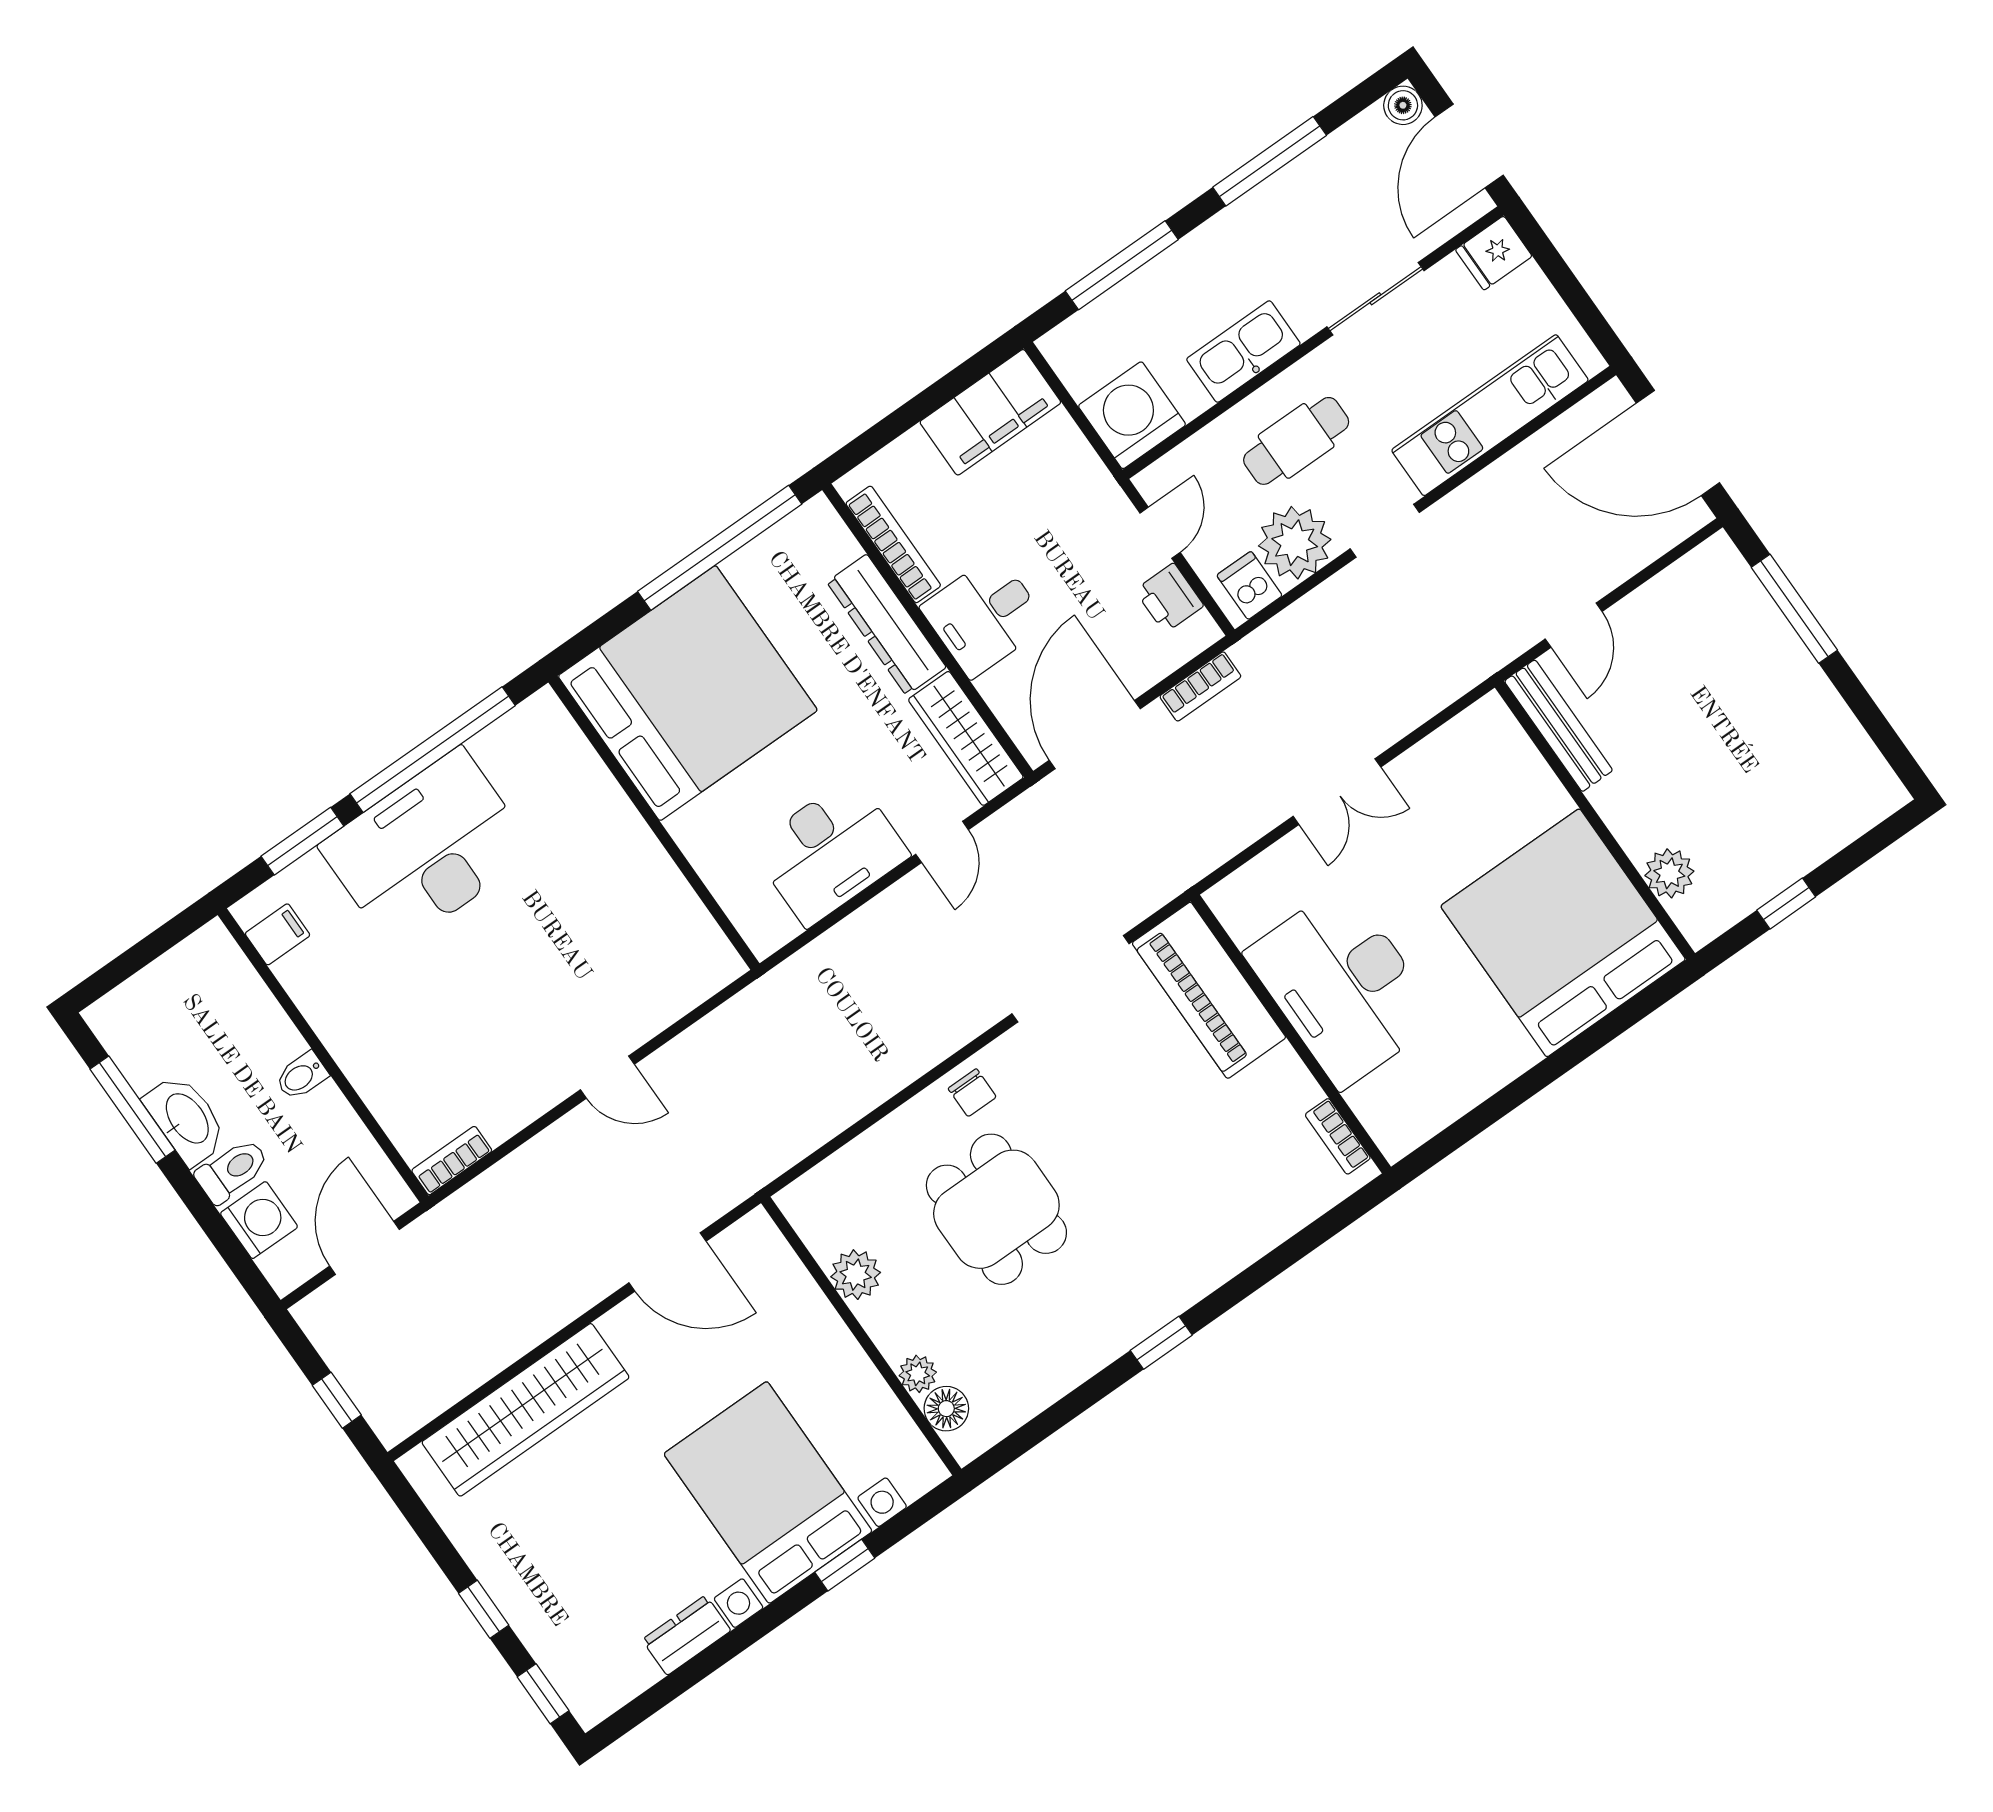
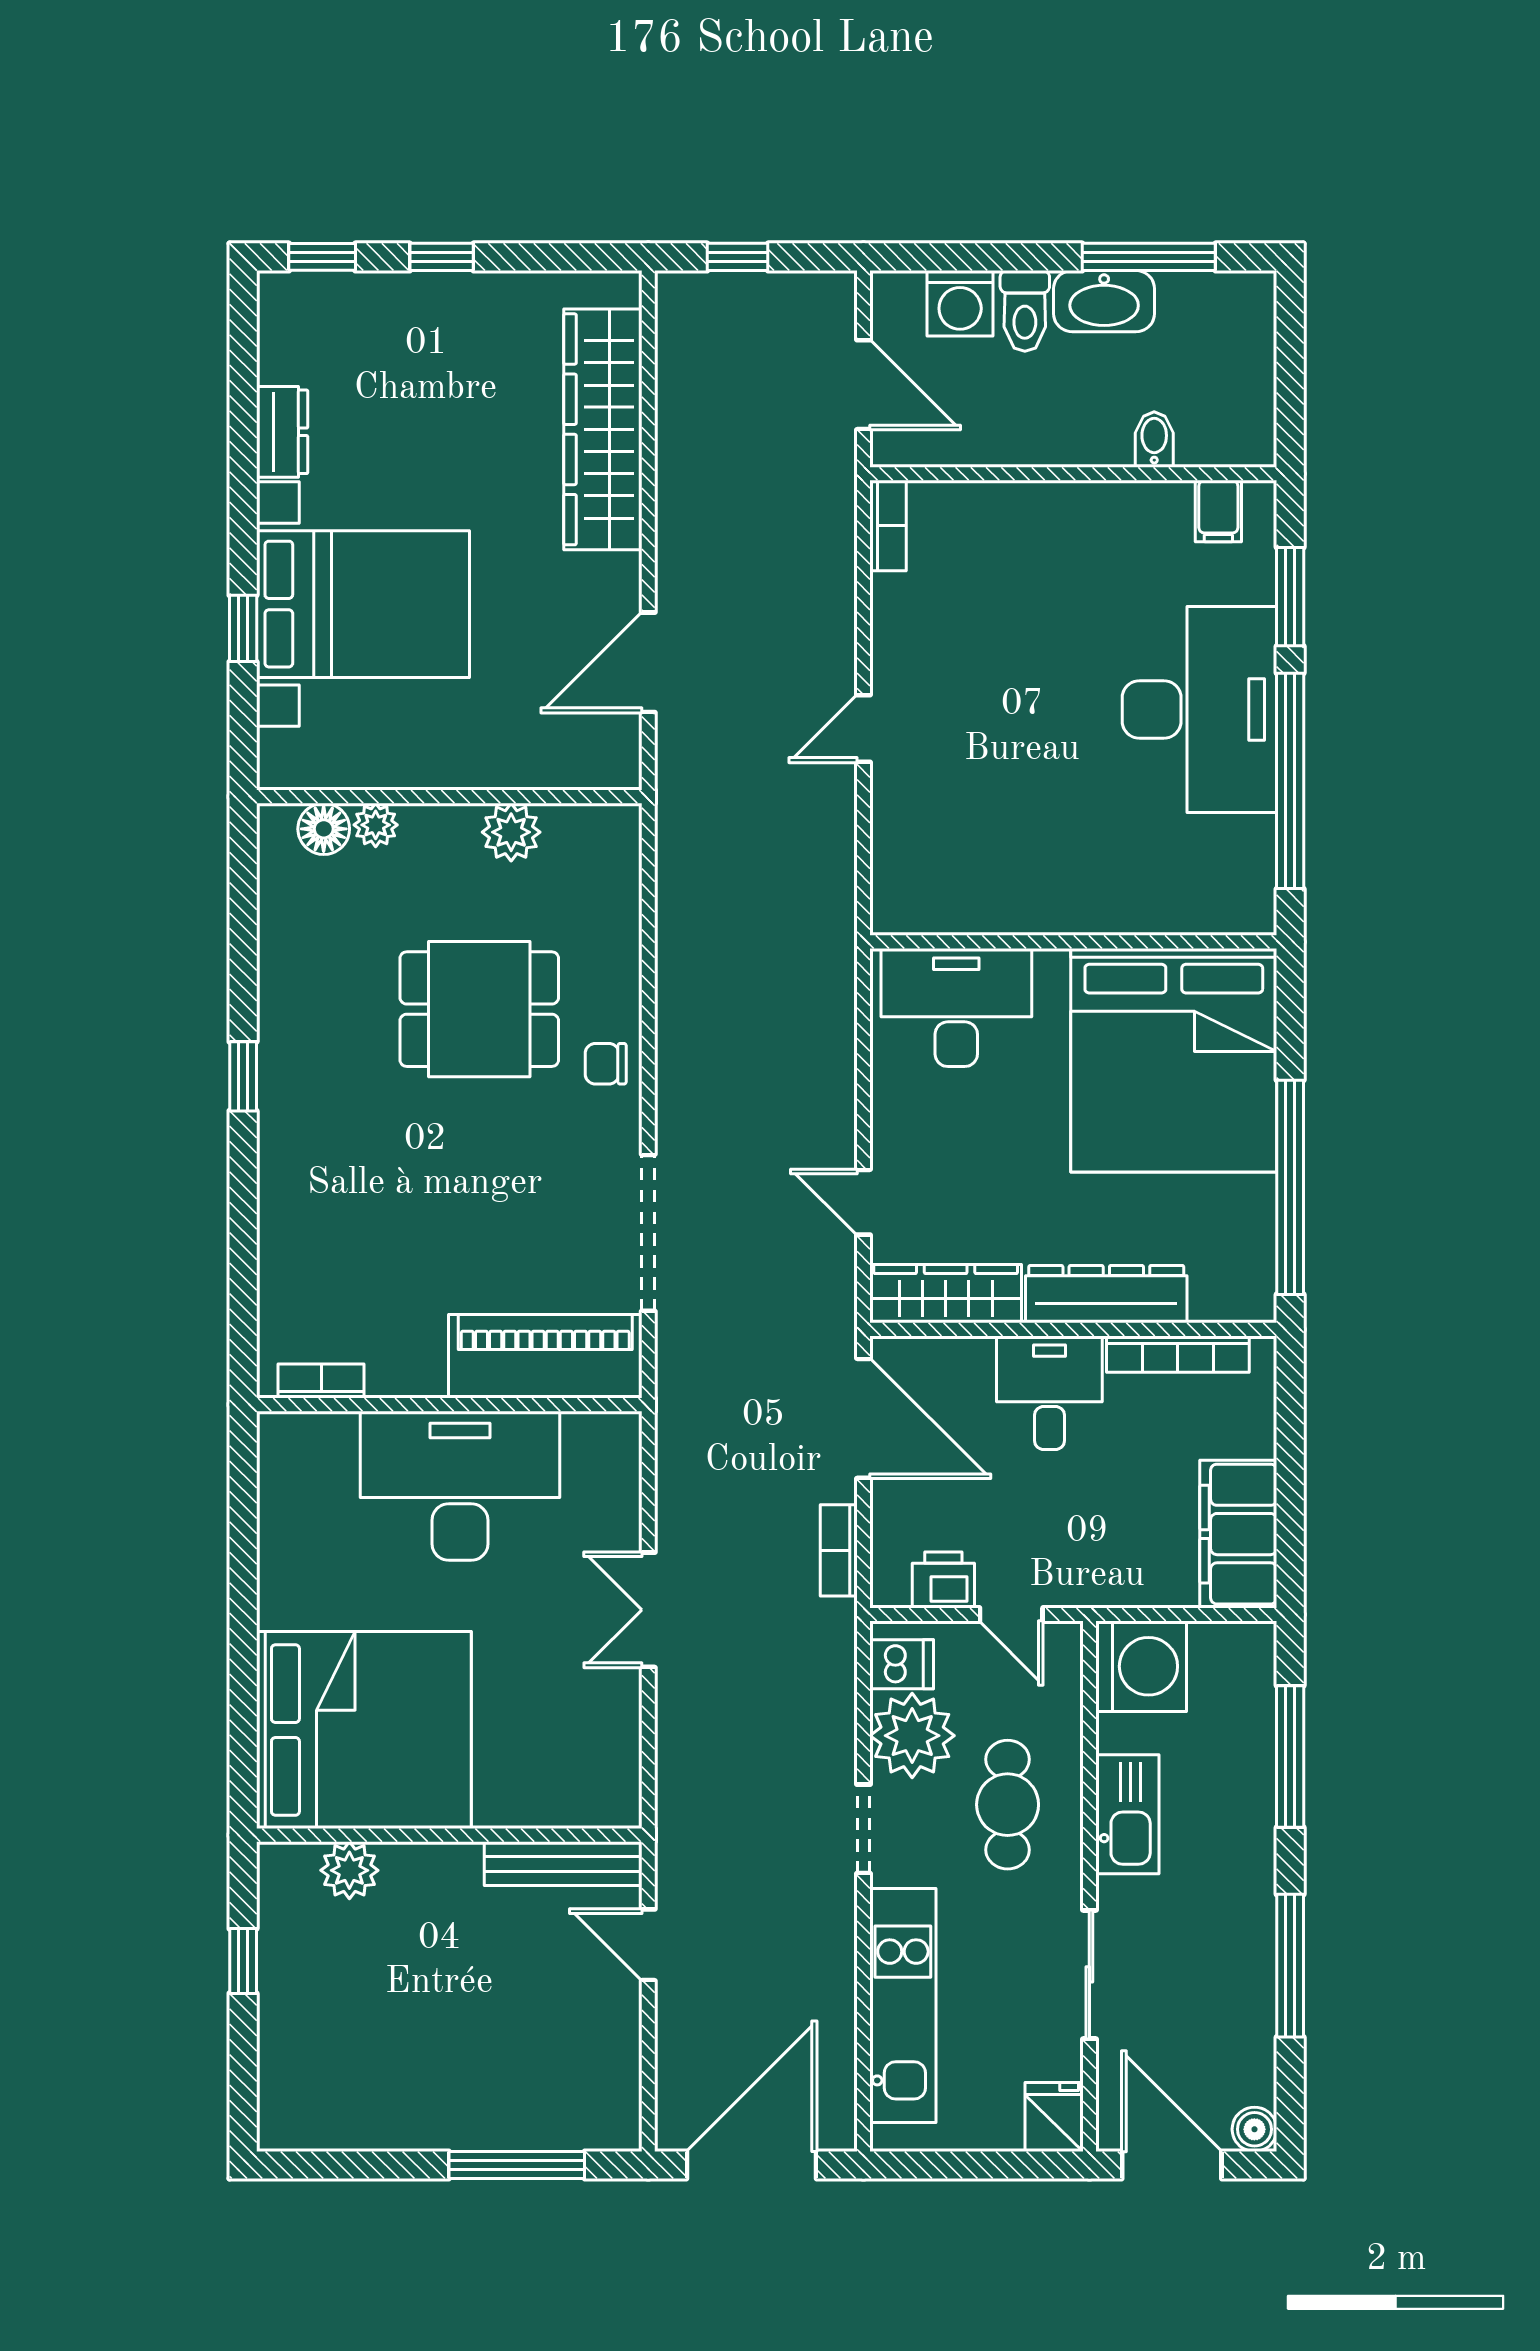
desk: (830, 851) -> (956, 1008), moved, turned 90
bidet: (301, 1076) -> (1154, 439), moved

